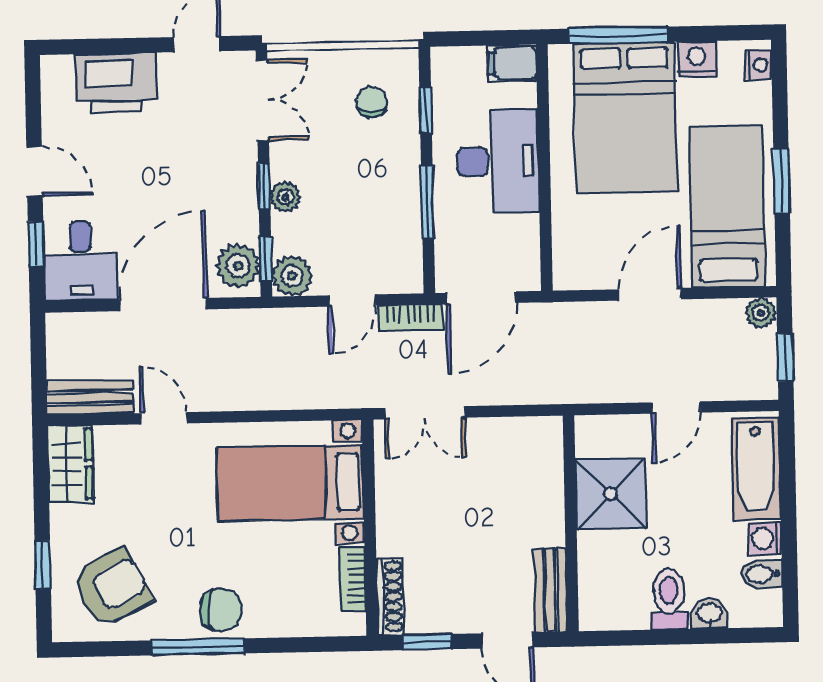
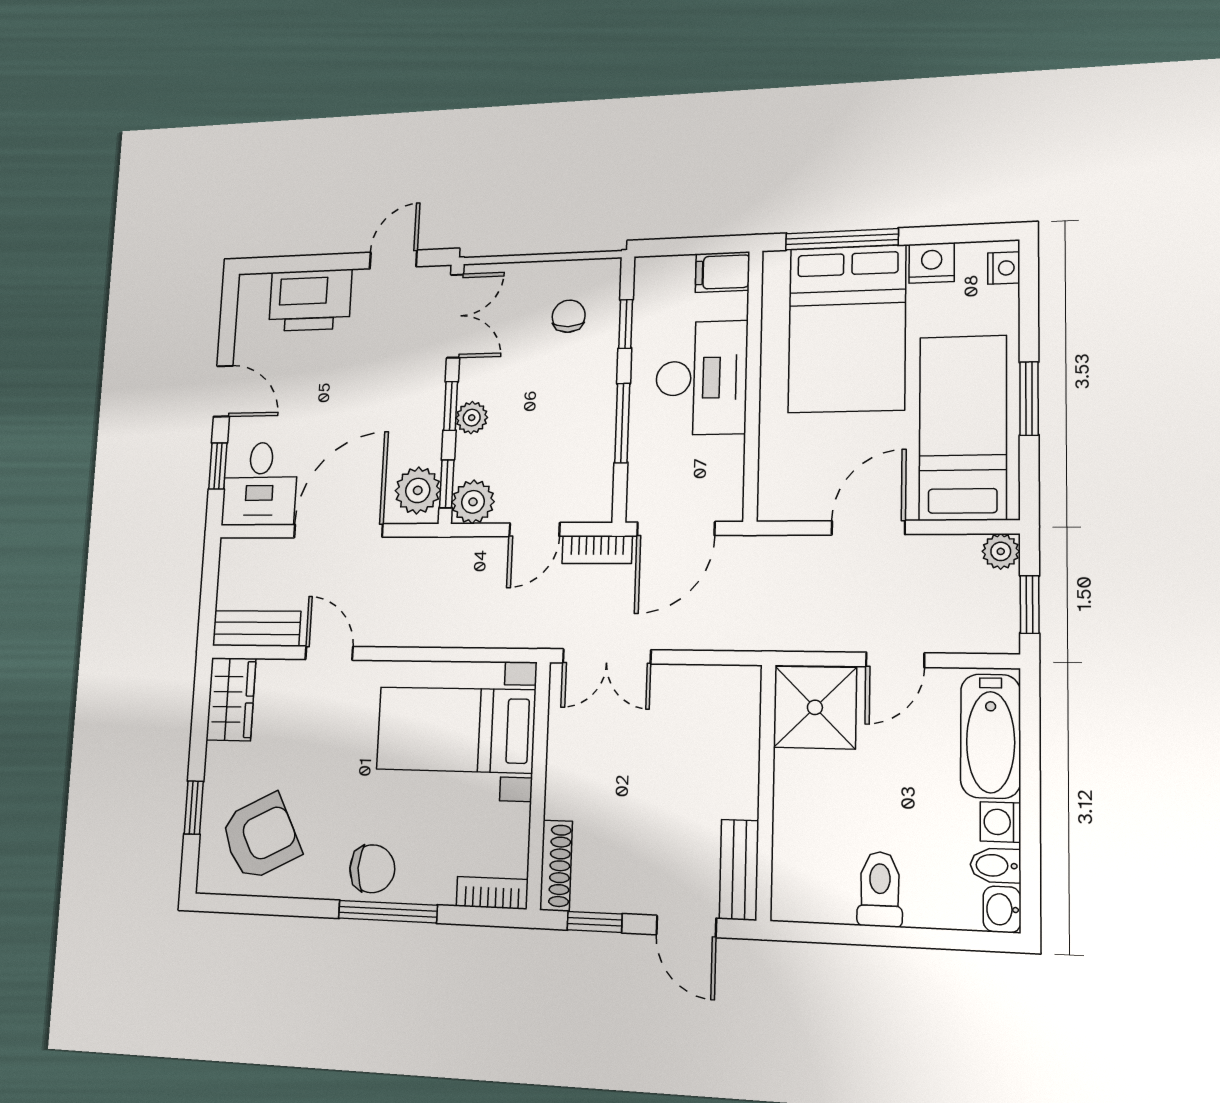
shower: (611, 494) -> (815, 707), moved
bookcase: (352, 578) -> (492, 893), moved, turned 90
washbasin: (709, 614) -> (1002, 909), moved, turned -90
window: (198, 647) -> (388, 912), moved

